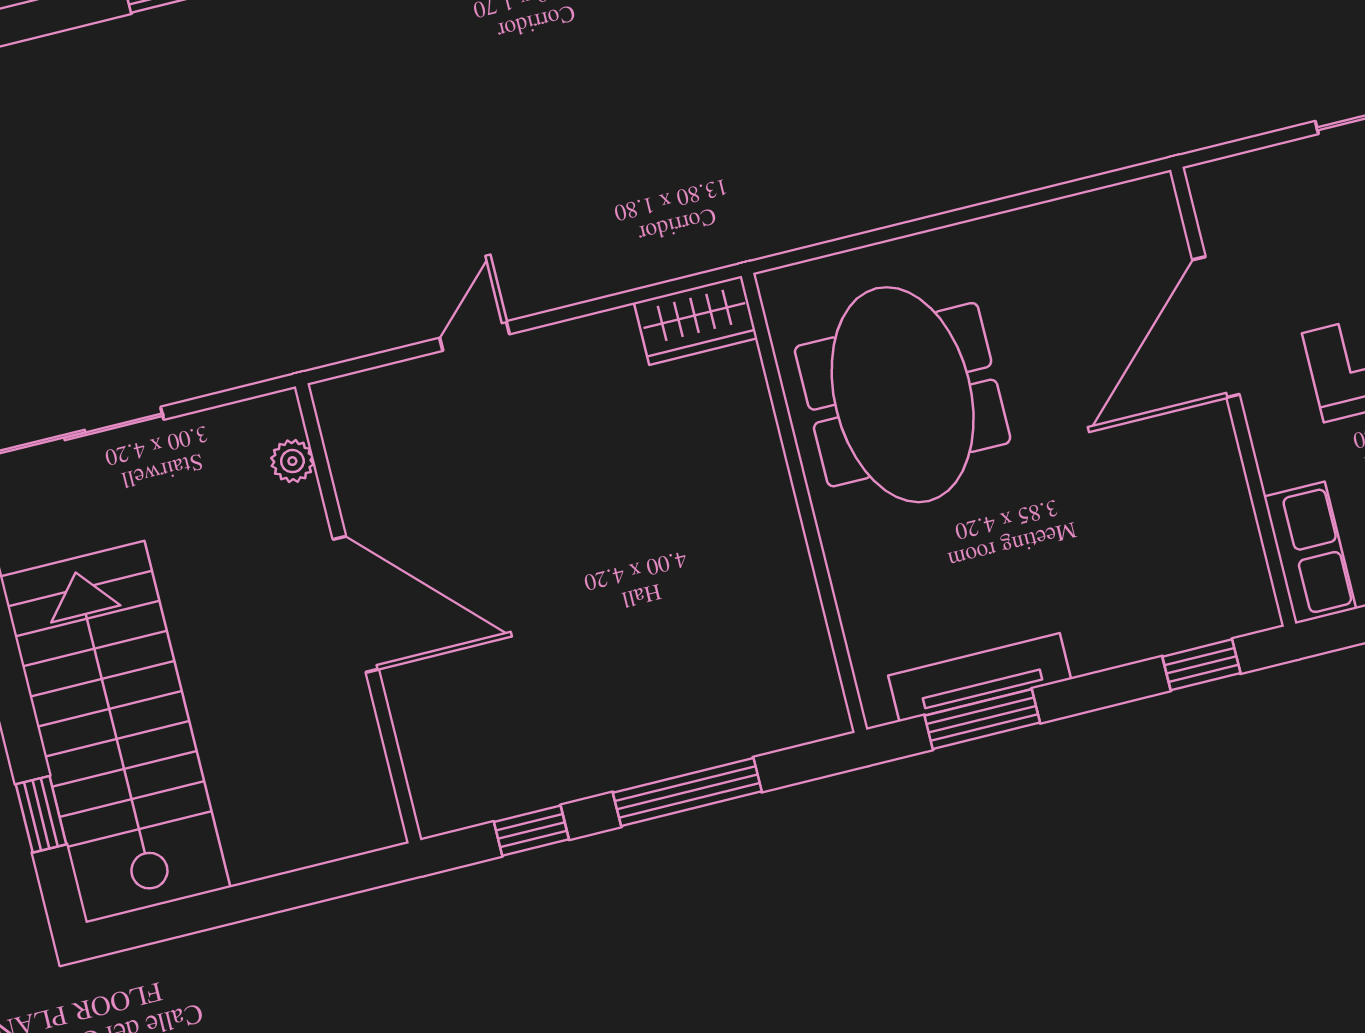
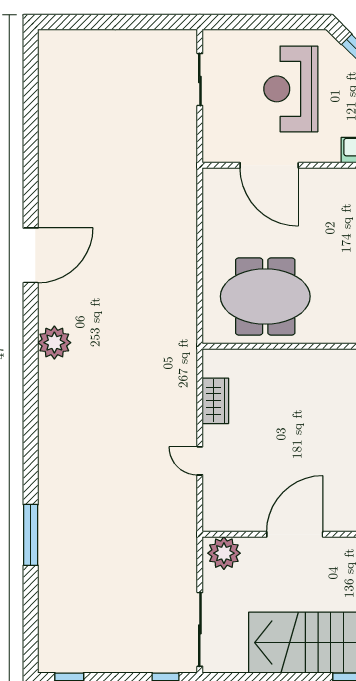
wardrobe: (696, 320) -> (215, 401), moved
plant: (292, 461) -> (224, 553), width x1.87, depth x1.87

